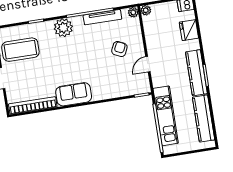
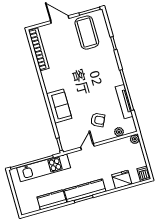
plant: (133, 12) -> (119, 132), moved
plant: (63, 28) -> (111, 68), removed
door: (148, 64) -> (87, 147), hinge flipped
sofa: (74, 94) -> (59, 106), moved
kitchen counter: (204, 119) -> (52, 200), width x0.67

